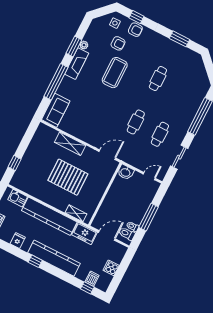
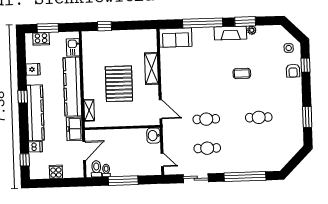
armchair: (118, 43) -> (271, 61), removed
coffee table: (115, 73) -> (242, 73), width x0.54, depth x0.58
door: (107, 236) -> (84, 151), hinge flipped
dishwasher: (92, 279) -> (35, 147), moved

